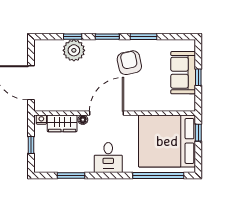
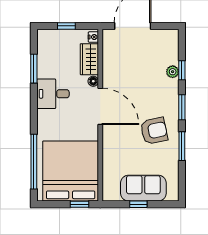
plant: (74, 50) -> (173, 72), width x0.53, depth x0.53
desk: (108, 158) -> (53, 94), moved

